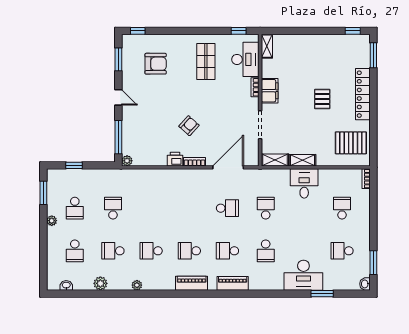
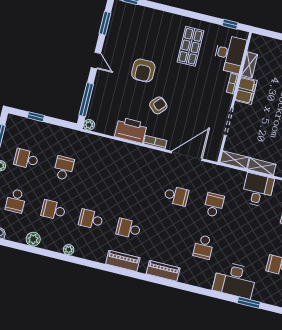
shelving: (267, 46) -> (249, 65), moved
armchair: (156, 64) -> (143, 70), moved, turned 90
printer: (175, 159) -> (131, 130), width x1.87, depth x1.48
school desk: (75, 208) -> (26, 159), turned 90
school desk: (227, 251) -> (166, 238), removed

